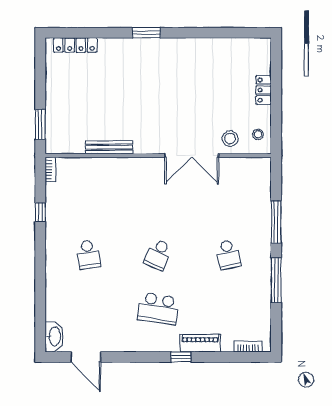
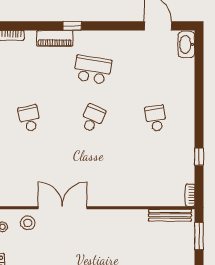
bench: (109, 147) -> (170, 215), moved

